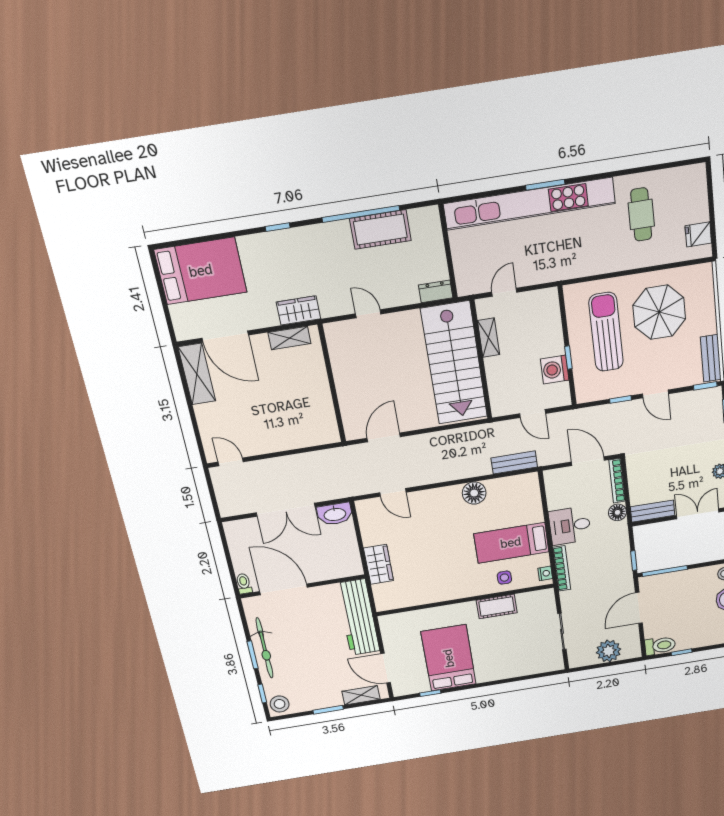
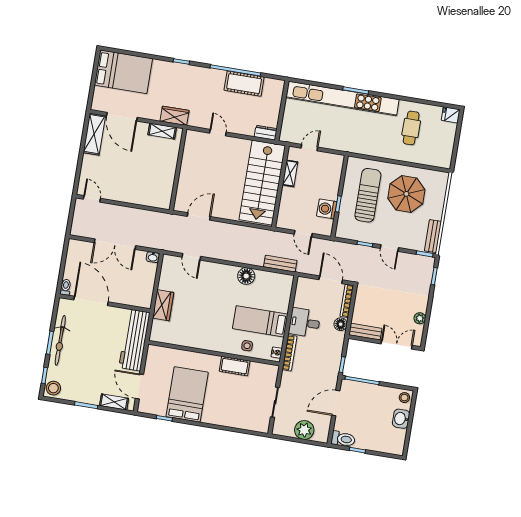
fridge: (698, 234) -> (451, 115), moved
washbasin: (335, 514) -> (153, 257), width x0.52, depth x0.69

